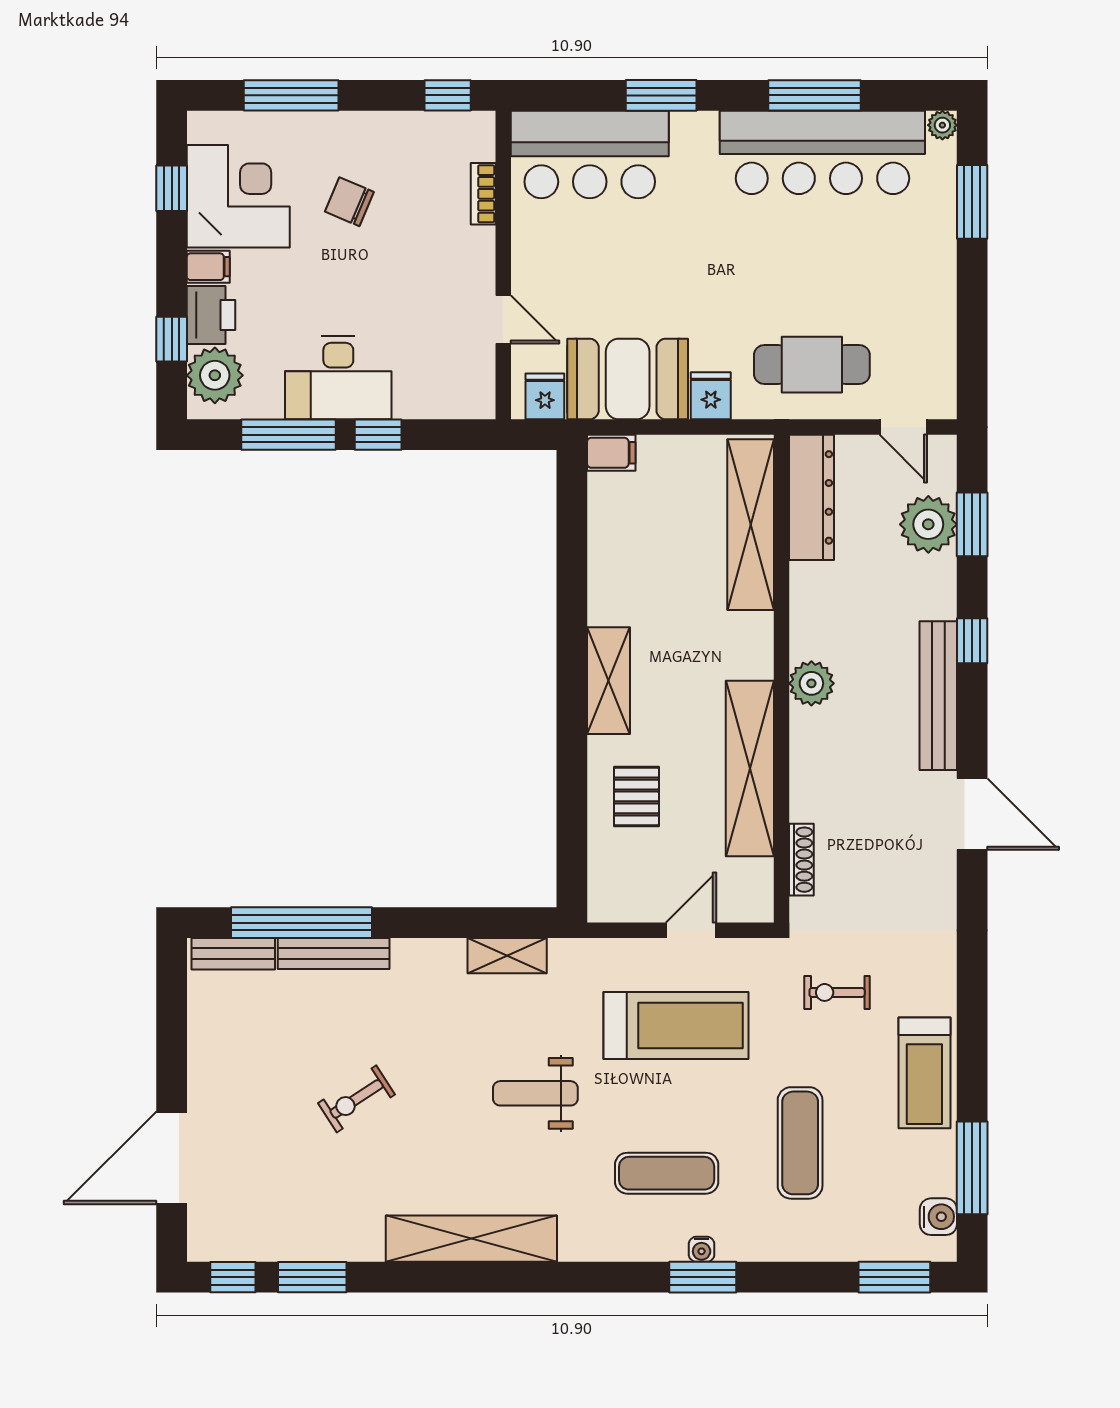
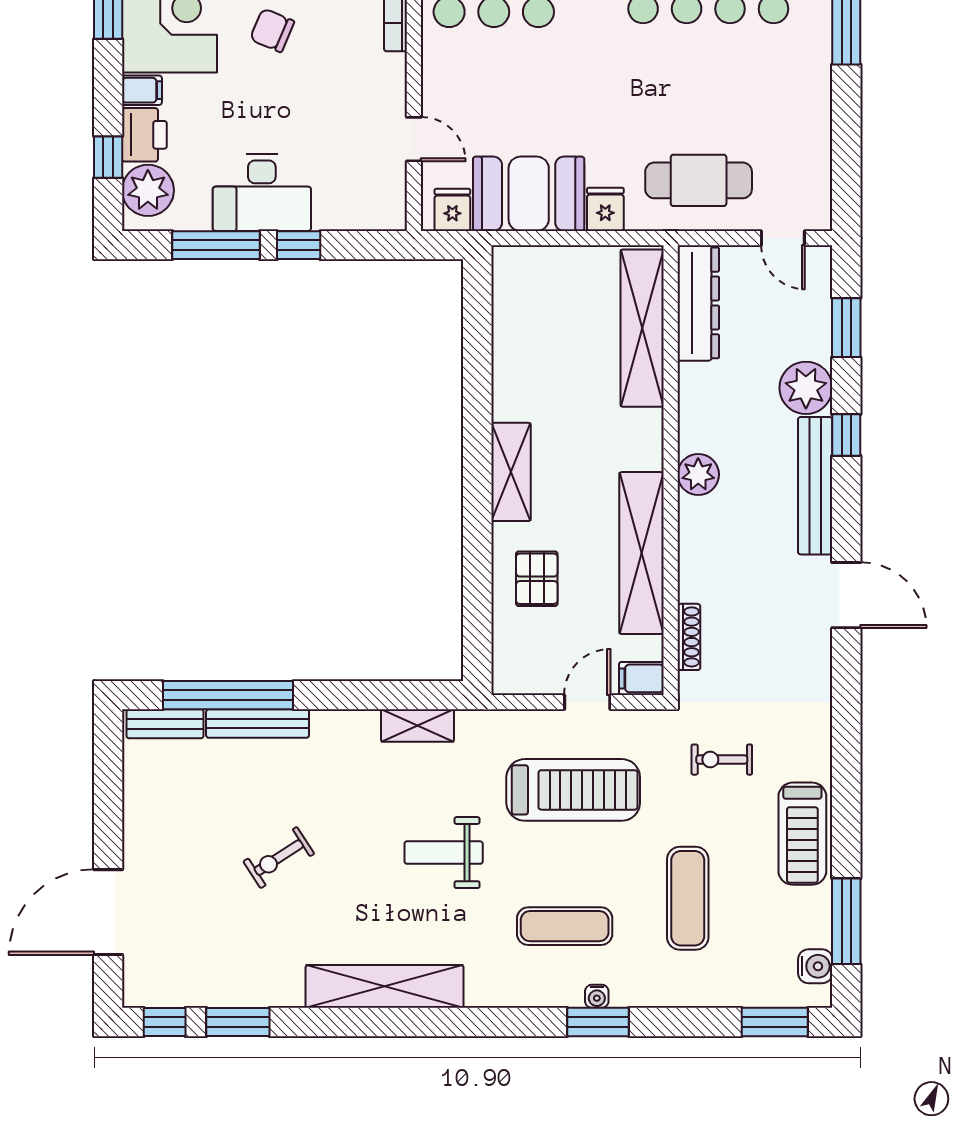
filing cabinet: (611, 453) -> (641, 678), moved, turned 180
plant: (928, 524) -> (806, 388), moved

